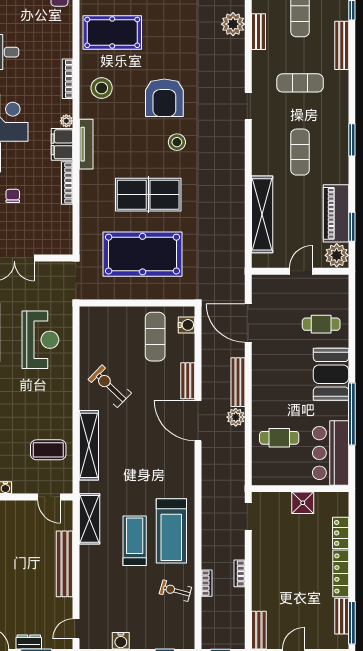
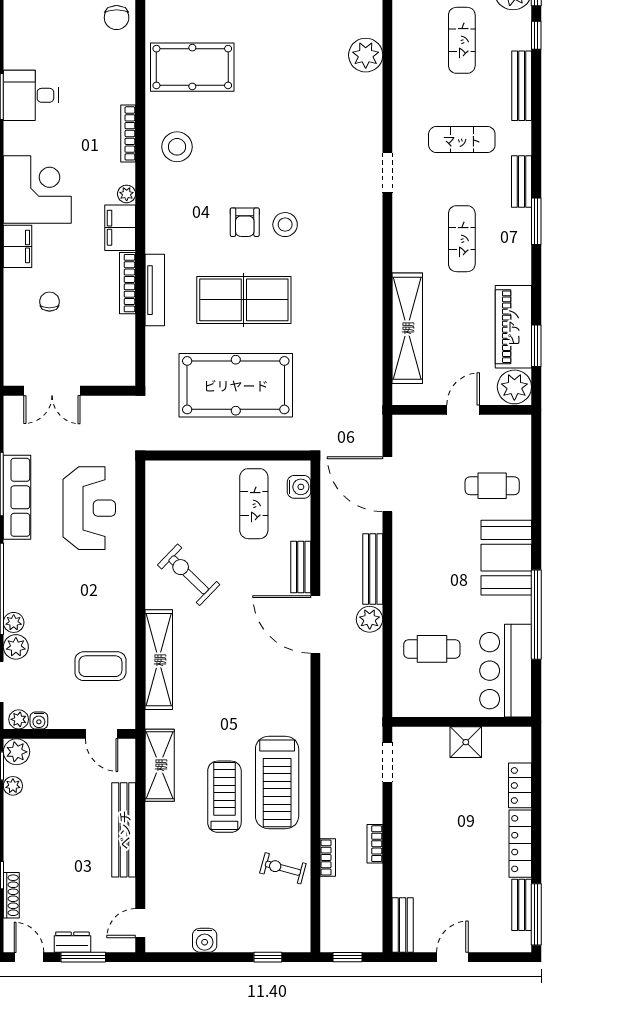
bench: (258, 32) -> (522, 181), moved
armchair: (164, 98) -> (245, 222), moved, width x0.53, depth x0.53
tv unit: (86, 144) -> (155, 290), moved

